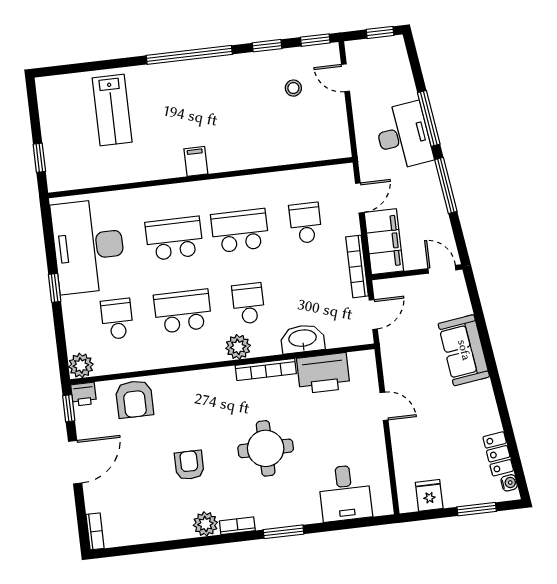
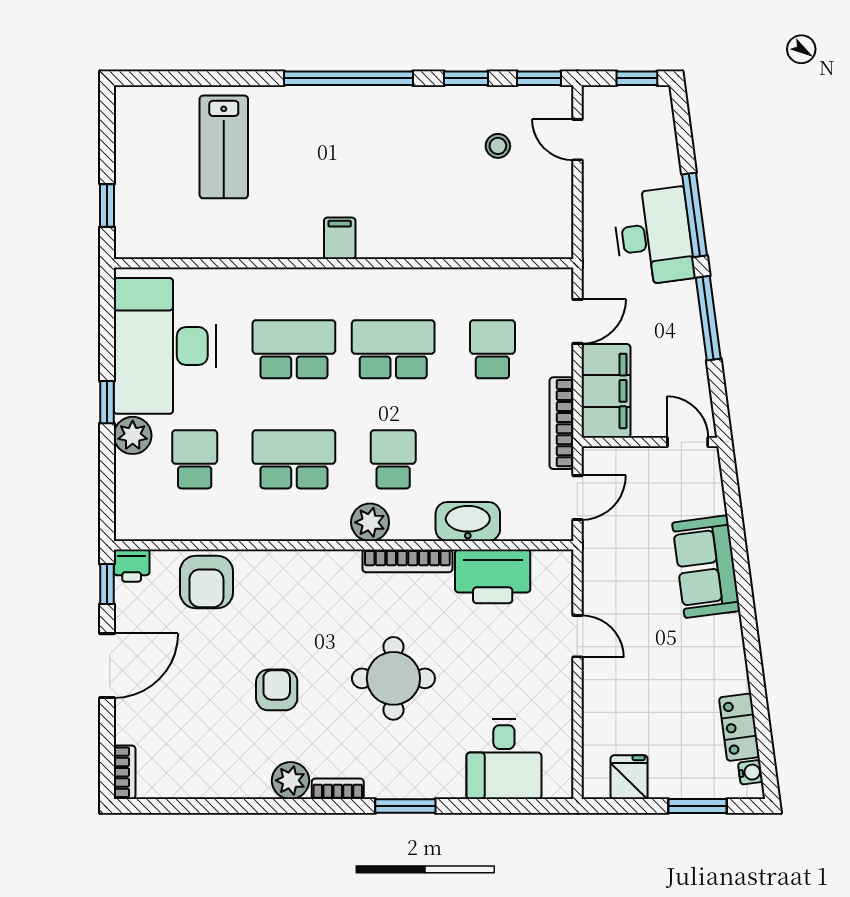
plant: (81, 365) -> (133, 435), moved

